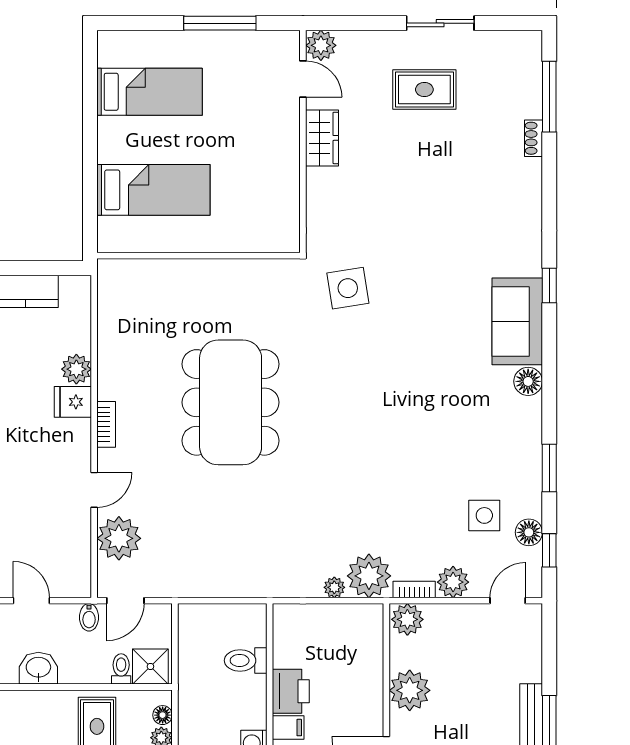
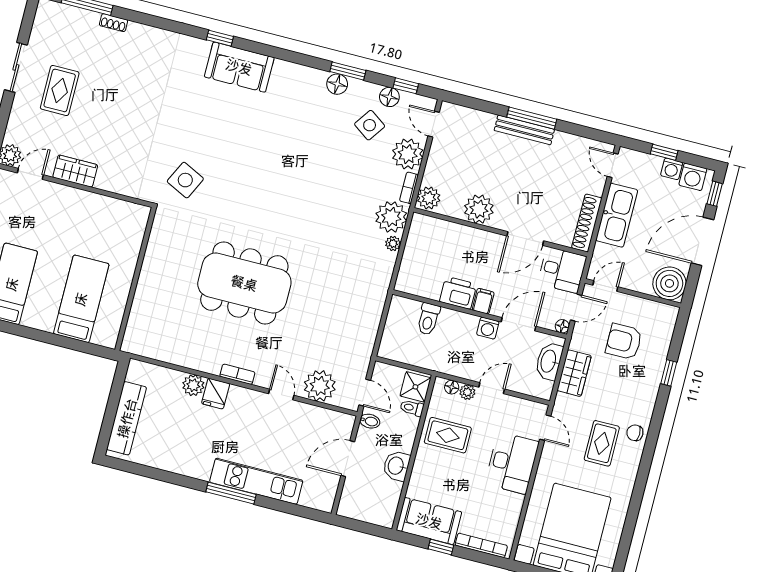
side table: (348, 288) -> (185, 180), turned 35
floor lamp: (528, 381) -> (337, 84), moved
side table: (484, 515) -> (370, 125), turned 35
plant: (453, 582) -> (408, 154), width x1.36, depth x1.36
door: (31, 601) -> (348, 459), width x1.38

